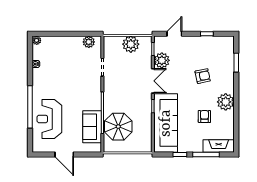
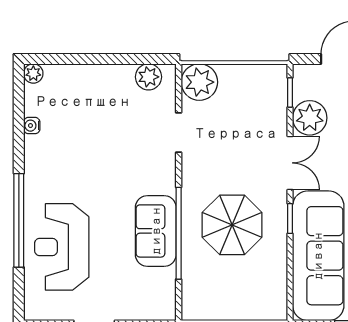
plant: (131, 44) -> (199, 82), moved
sofa: (92, 127) -> (156, 231), moved
parasol: (118, 127) -> (232, 225), moved

